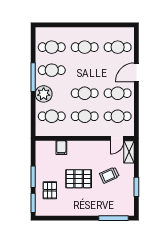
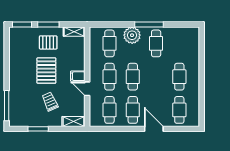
cafe table: (52, 47) -> (179, 43), removed
door: (117, 138) -> (87, 89), moved
filing cabinet: (61, 148) -> (78, 76), moved
shelving: (40, 151) -> (74, 32), added
pallet: (50, 190) -> (48, 42), moved

